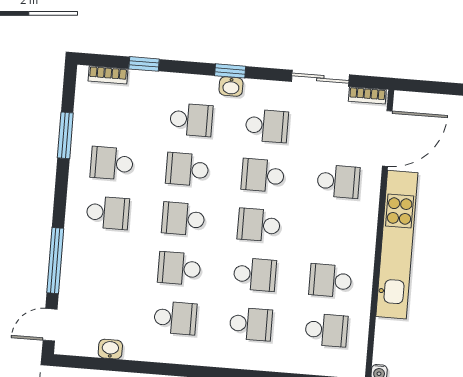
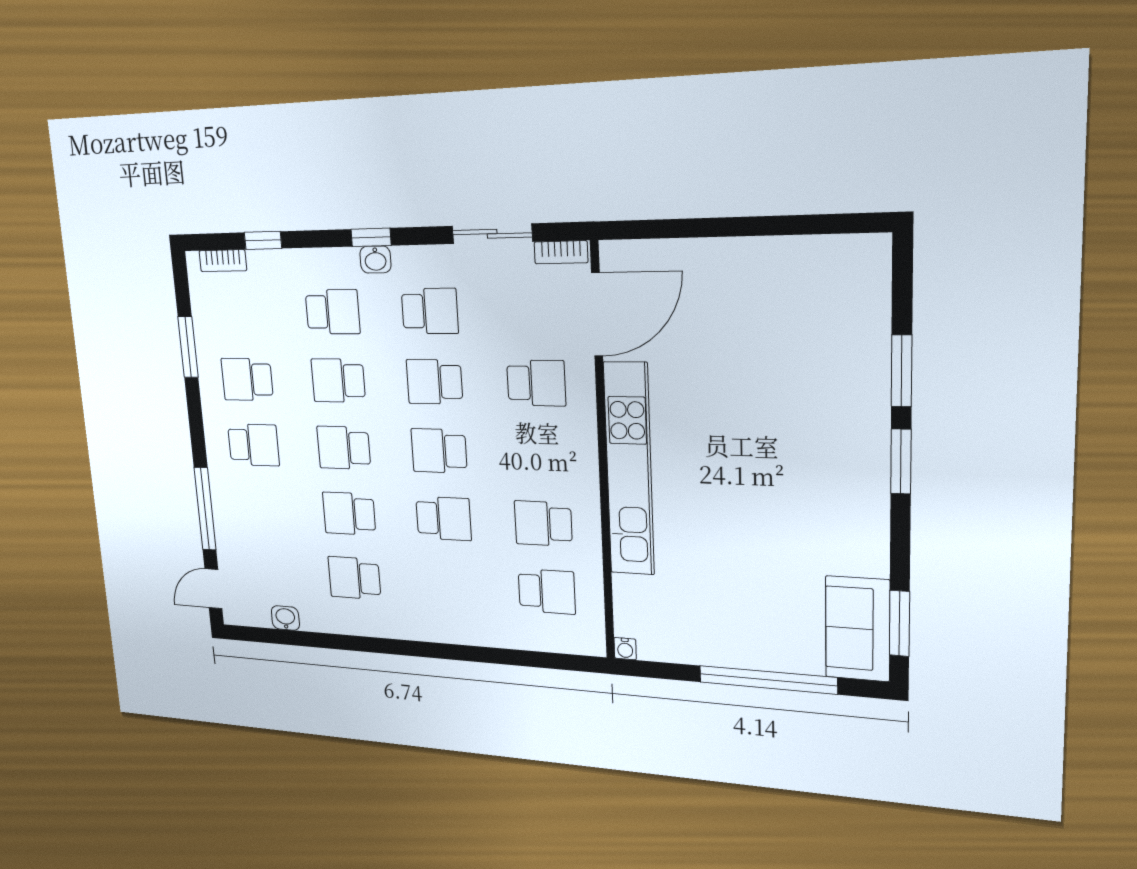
school desk: (175, 318) -> (354, 578), turned 180
school desk: (251, 324) -> (448, 585), removed

